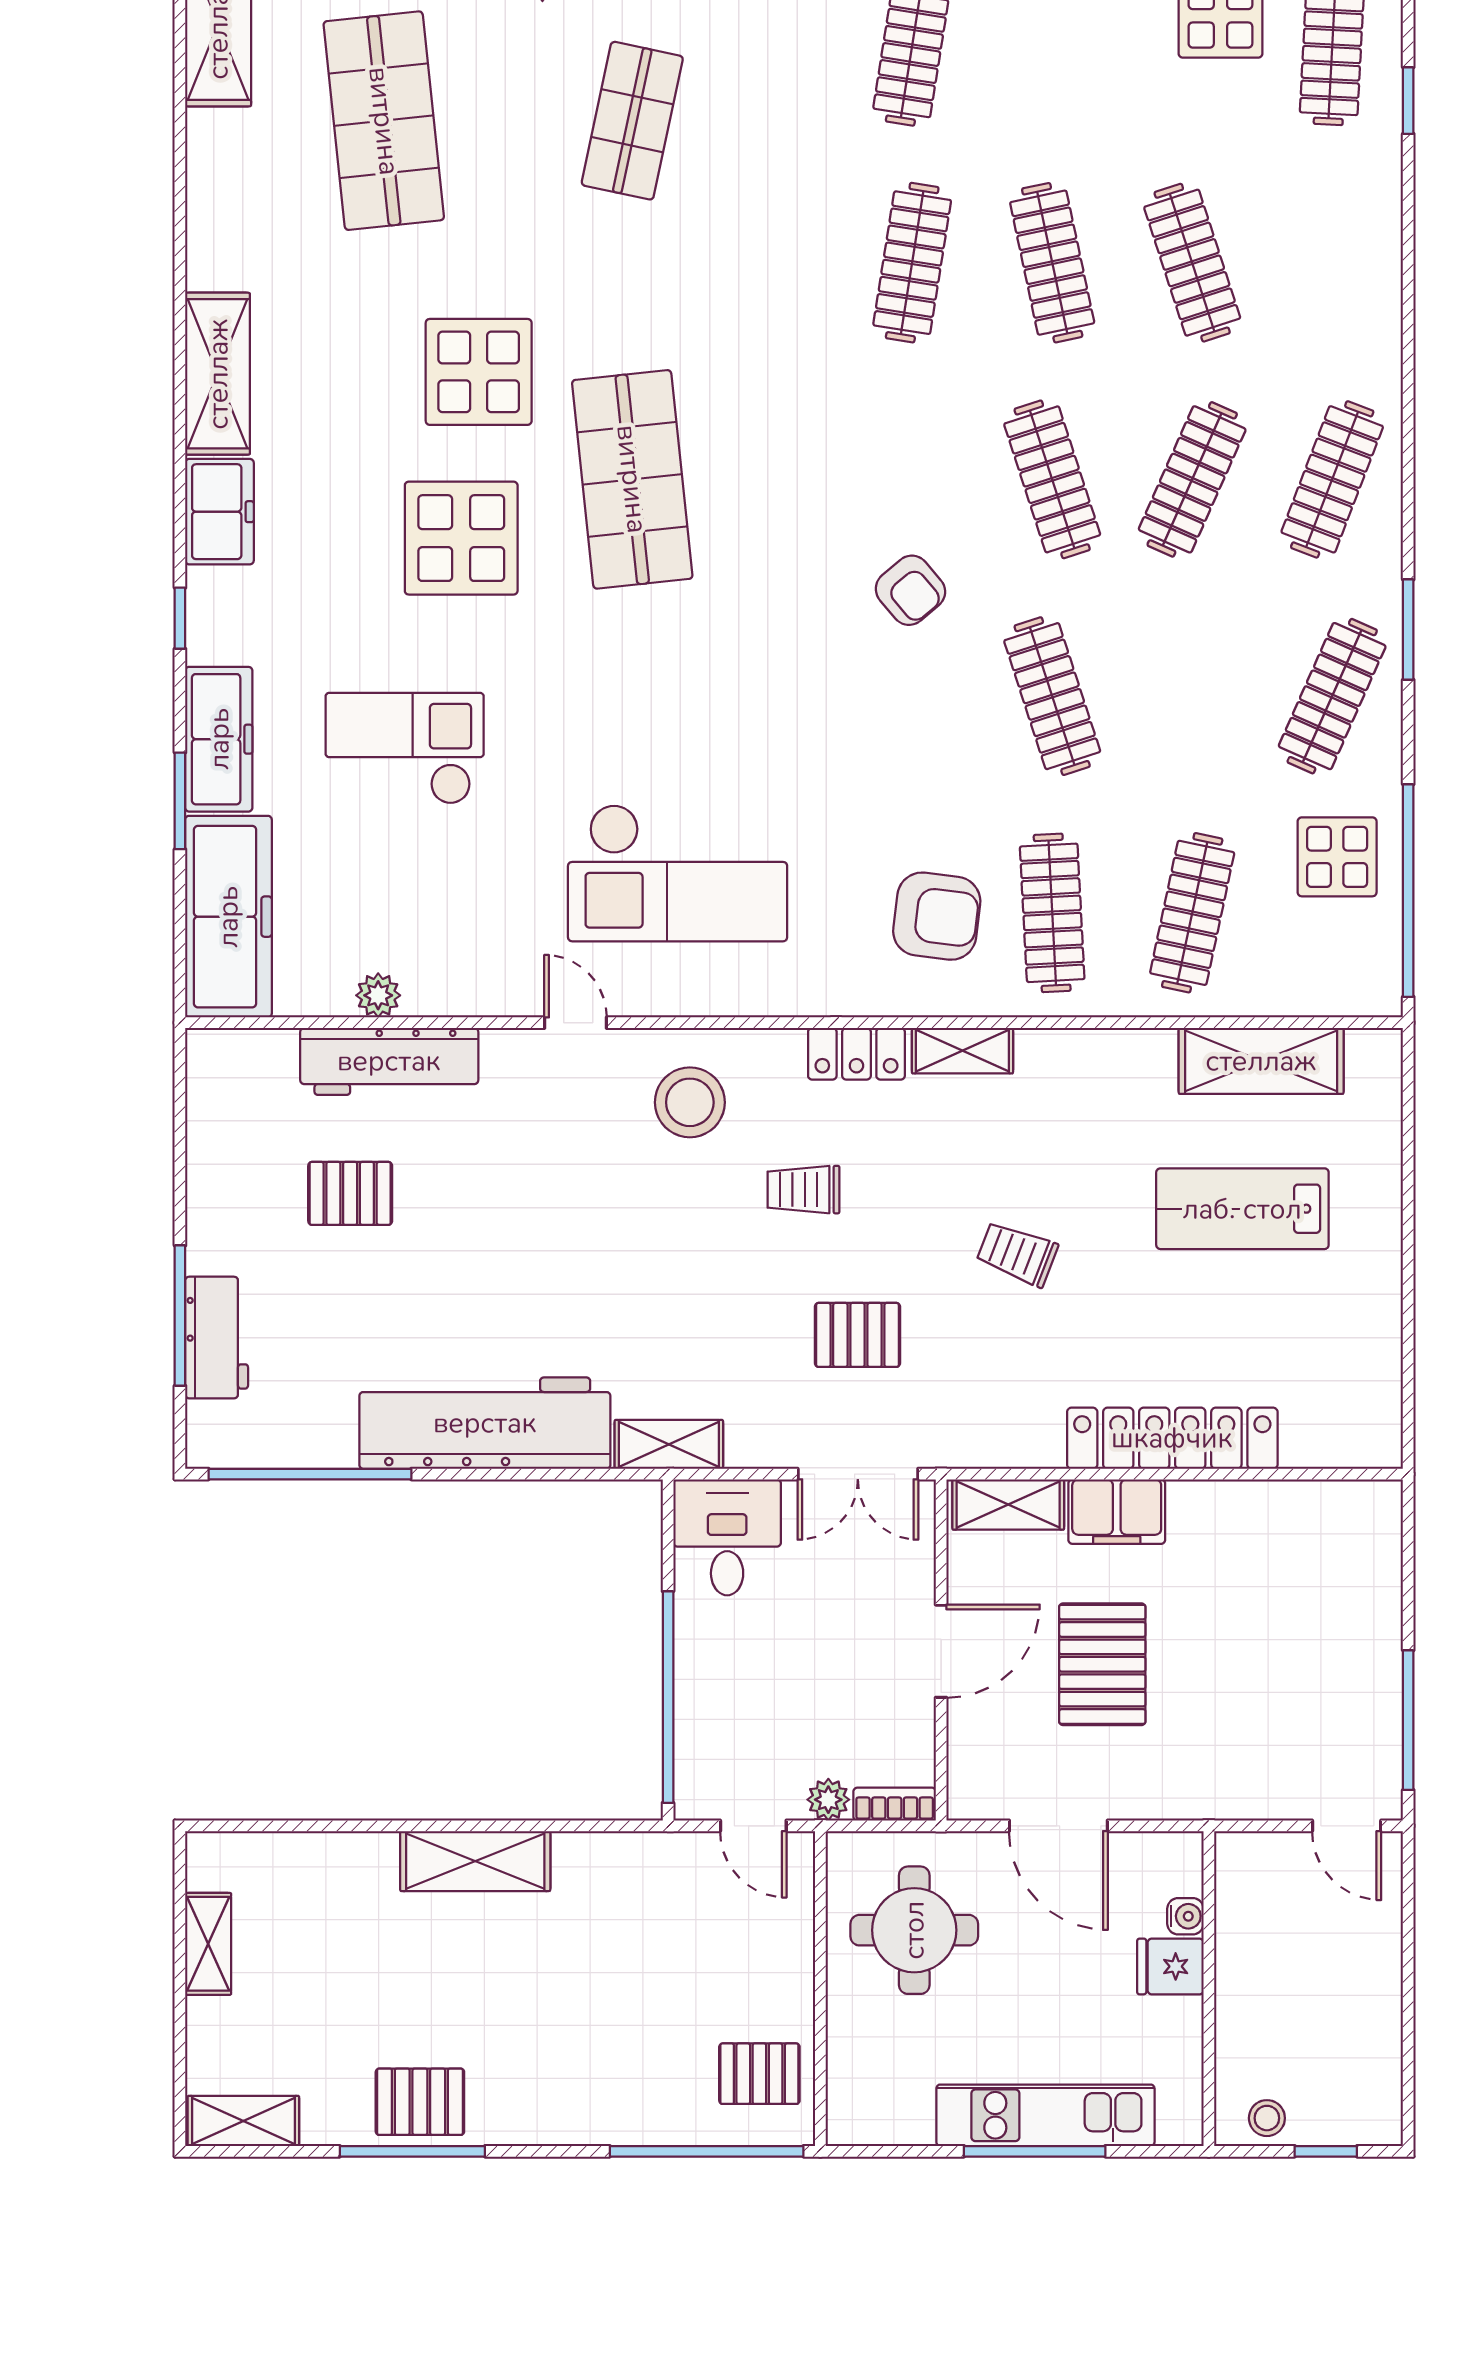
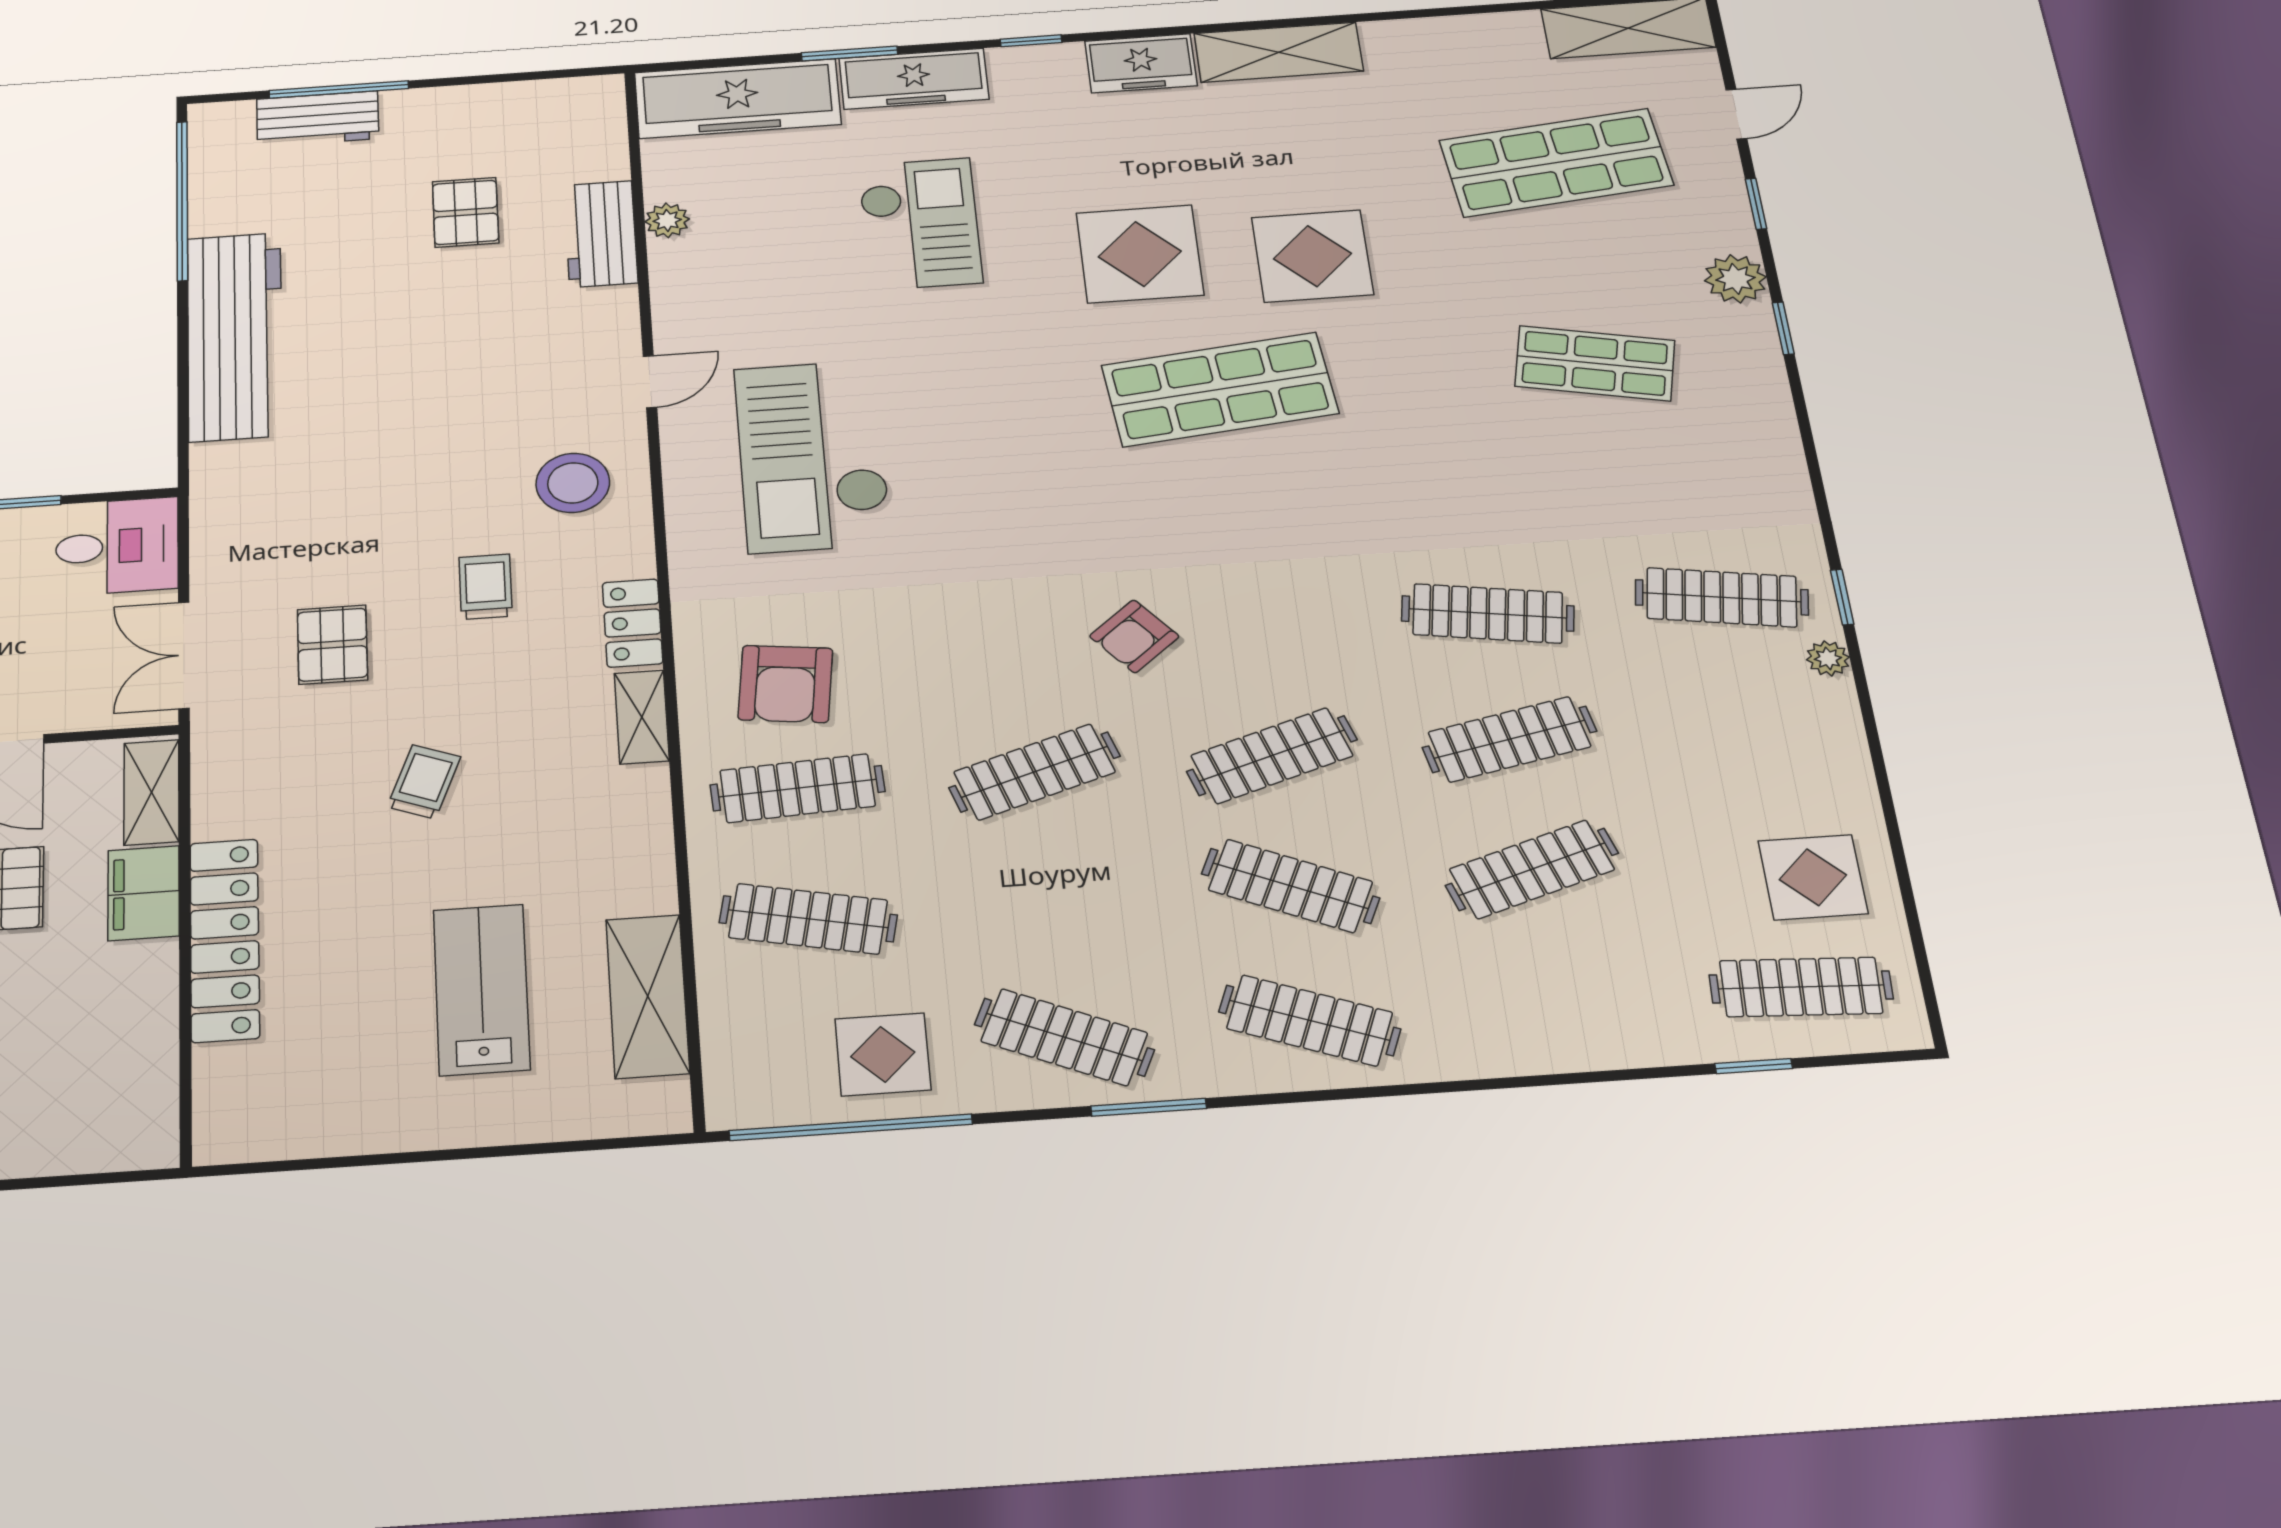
workbench: (389, 1061) -> (601, 234), width x0.73
shelving: (669, 1444) -> (214, 490), removed

